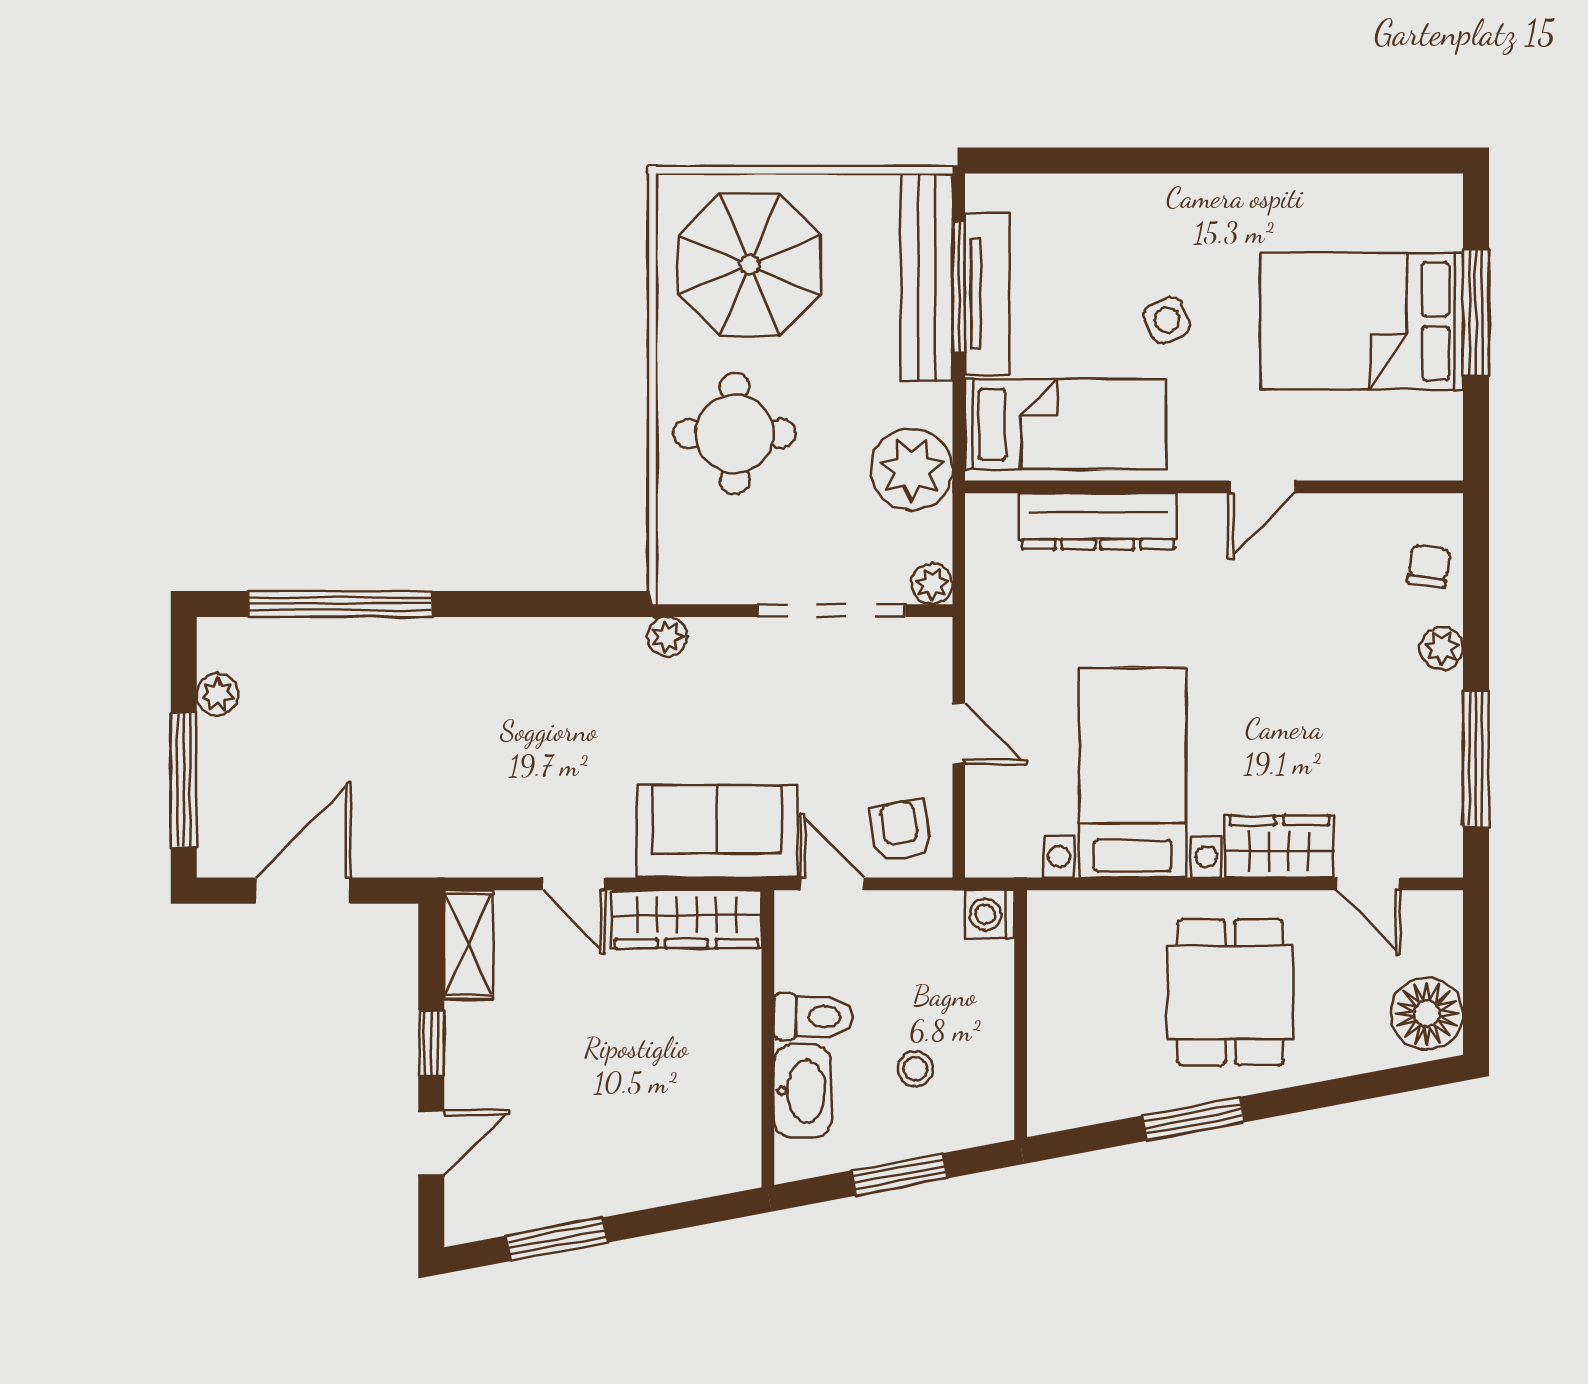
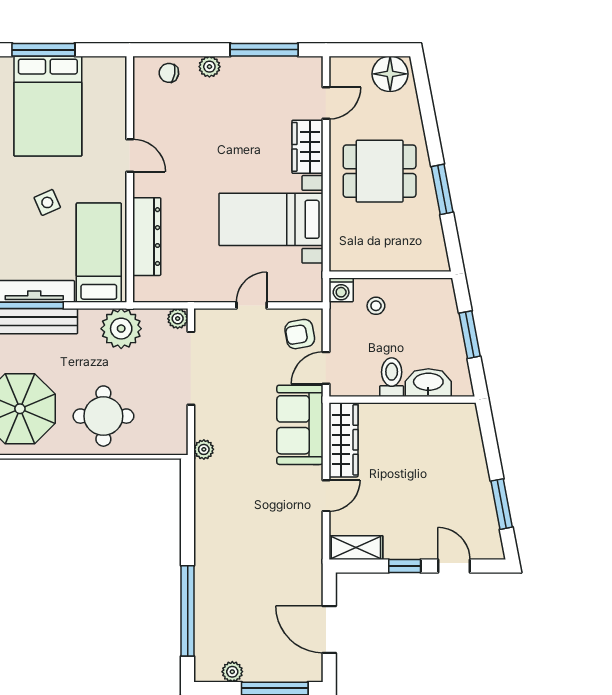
stool: (915, 1069) -> (376, 306), moved

